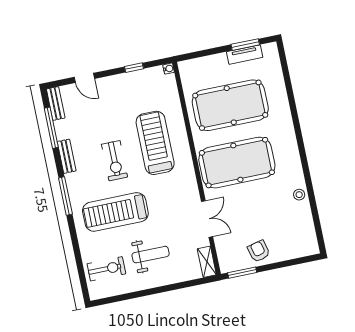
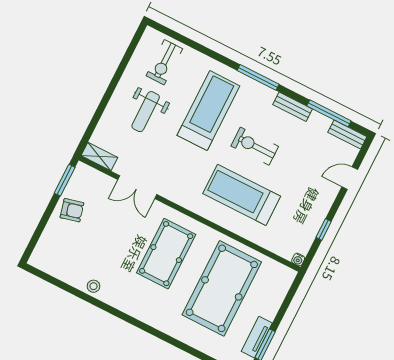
treadmill: (155, 143) -> (242, 195), turned 180
pool table: (237, 163) -> (166, 254), width x0.73, depth x0.76

